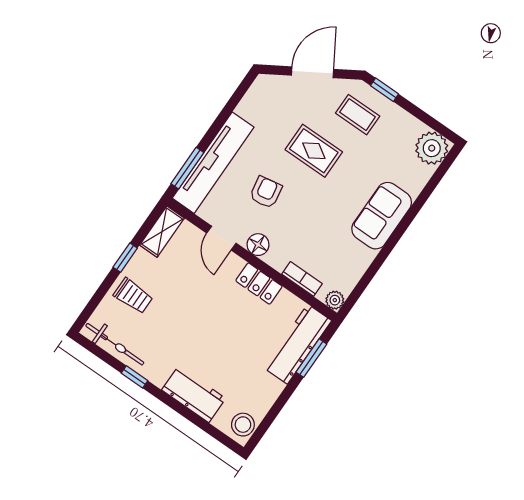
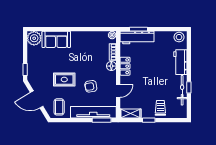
coffee table: (358, 115) -> (59, 107), moved
rug: (314, 151) -> (64, 80), turned 90
sofa: (382, 216) -> (56, 39), moved
floor lamp: (258, 245) -> (111, 66), moved
bicycle: (115, 344) -> (182, 90), moved

